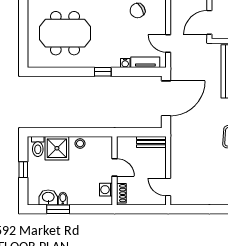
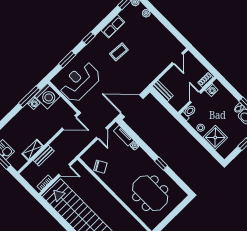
window: (103, 72) -> (161, 163), moved
toilet: (38, 146) -> (188, 112), moved

